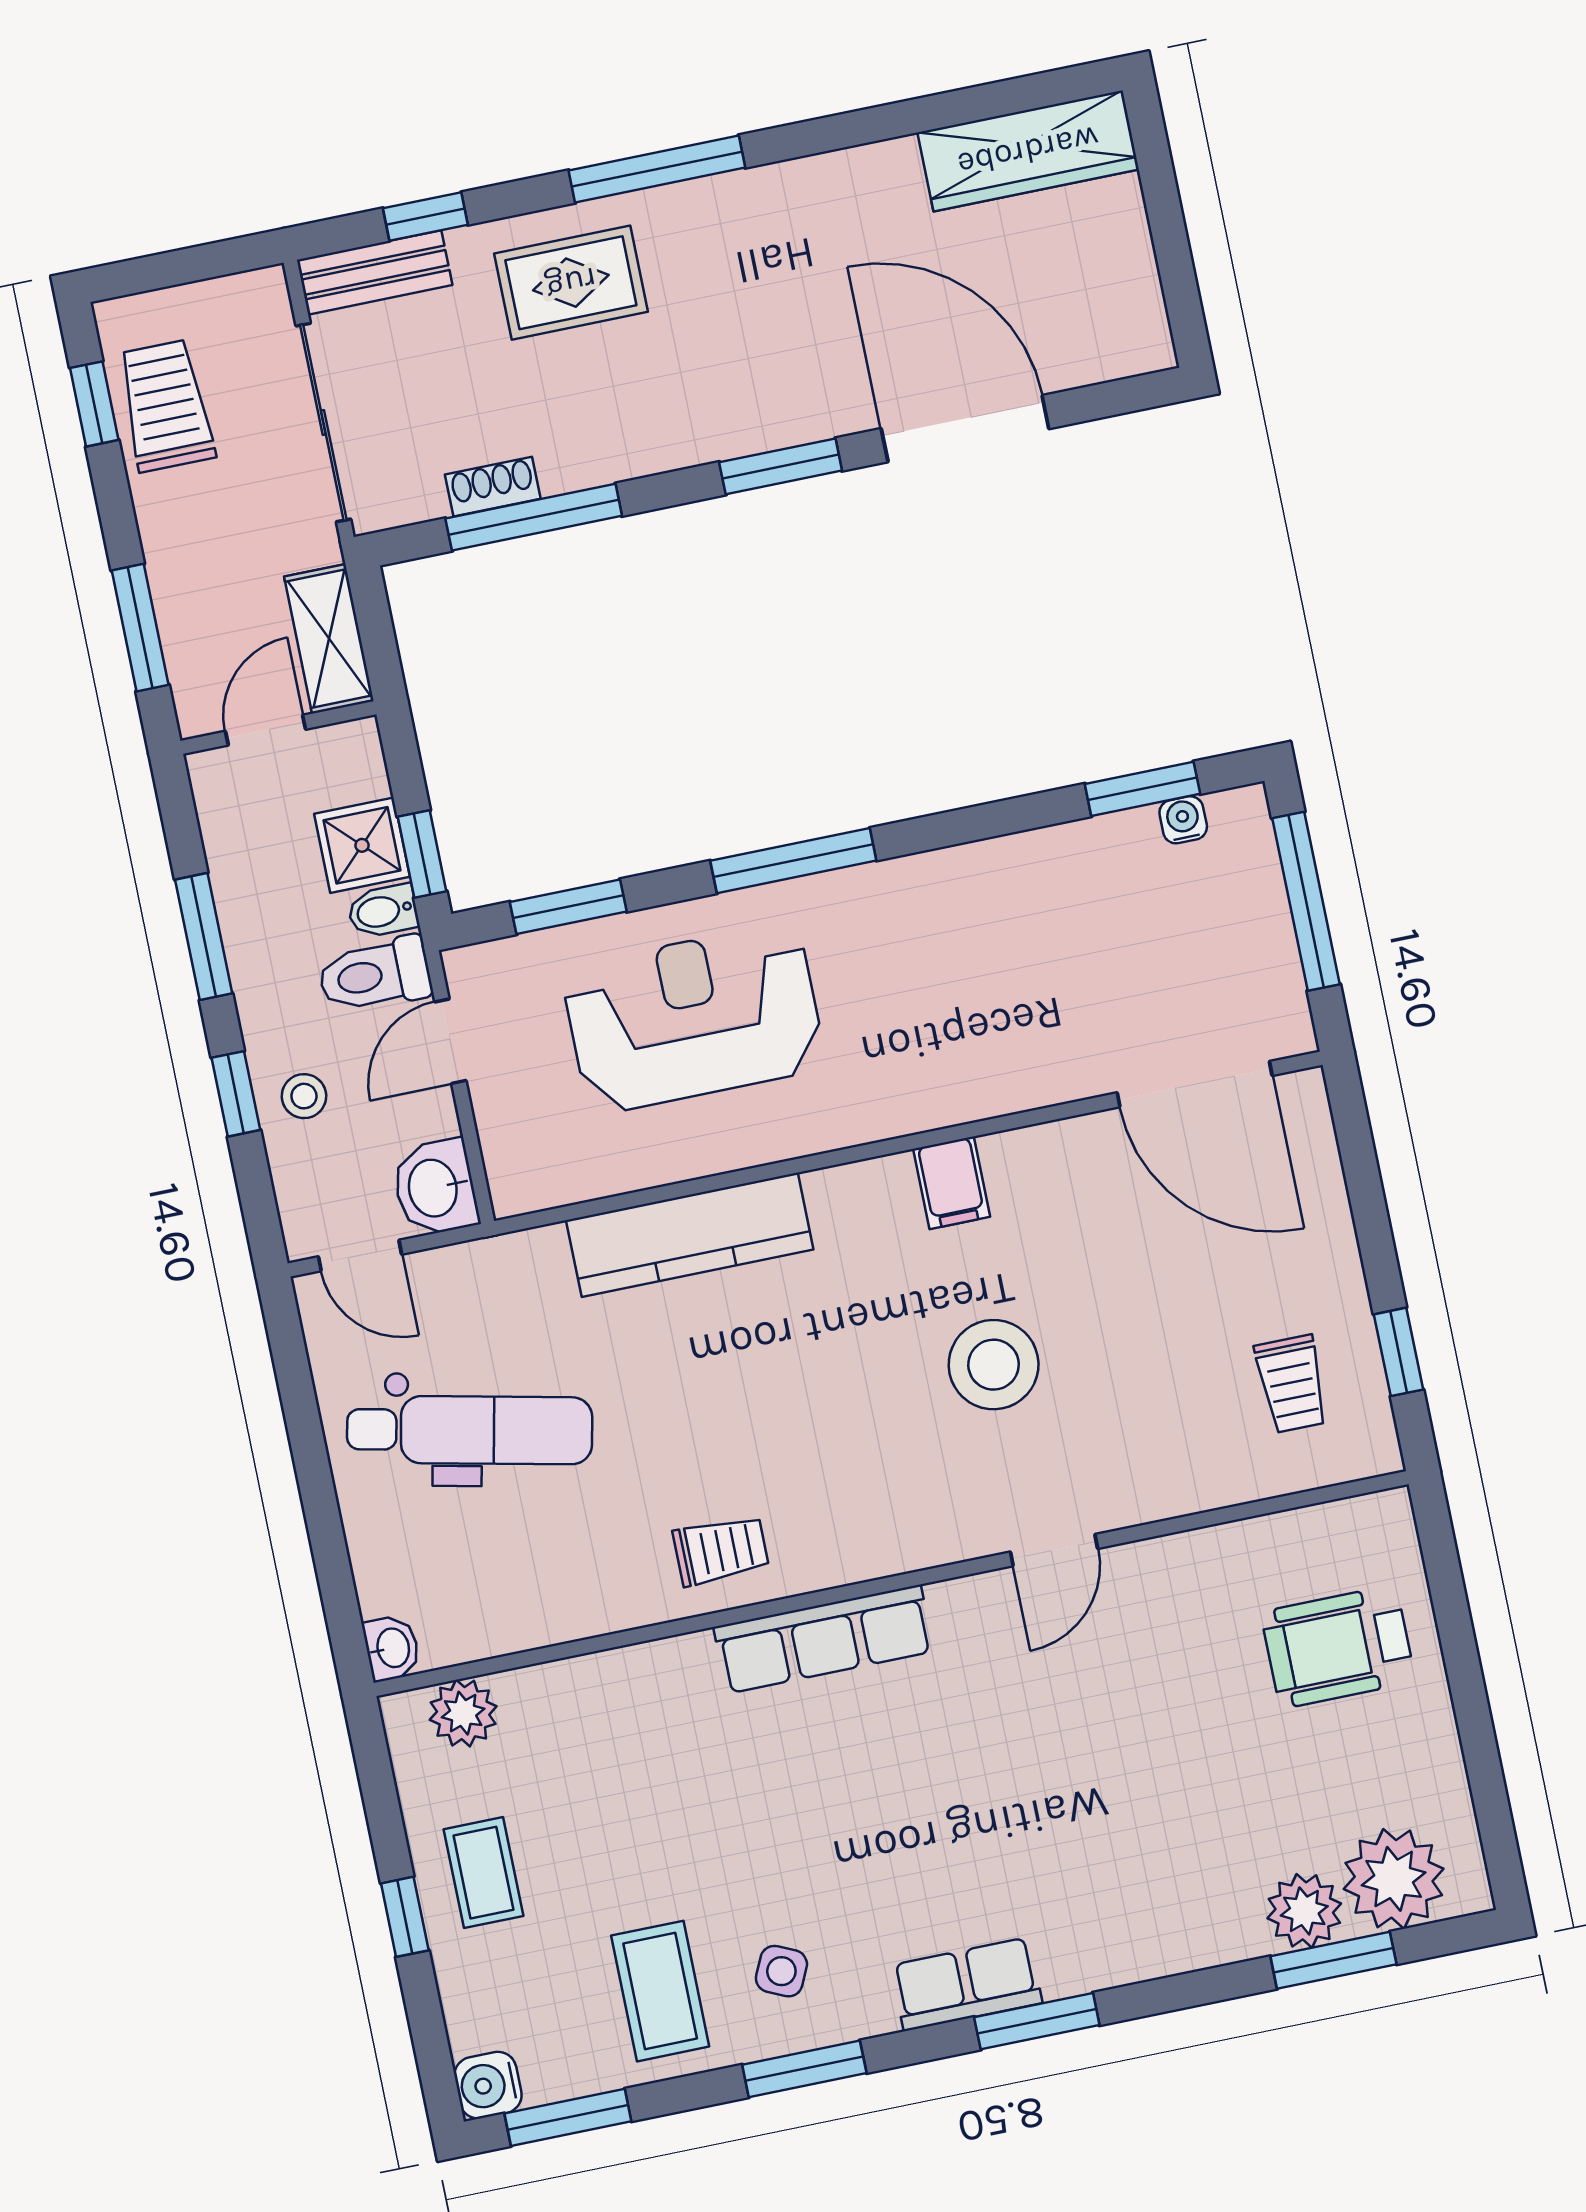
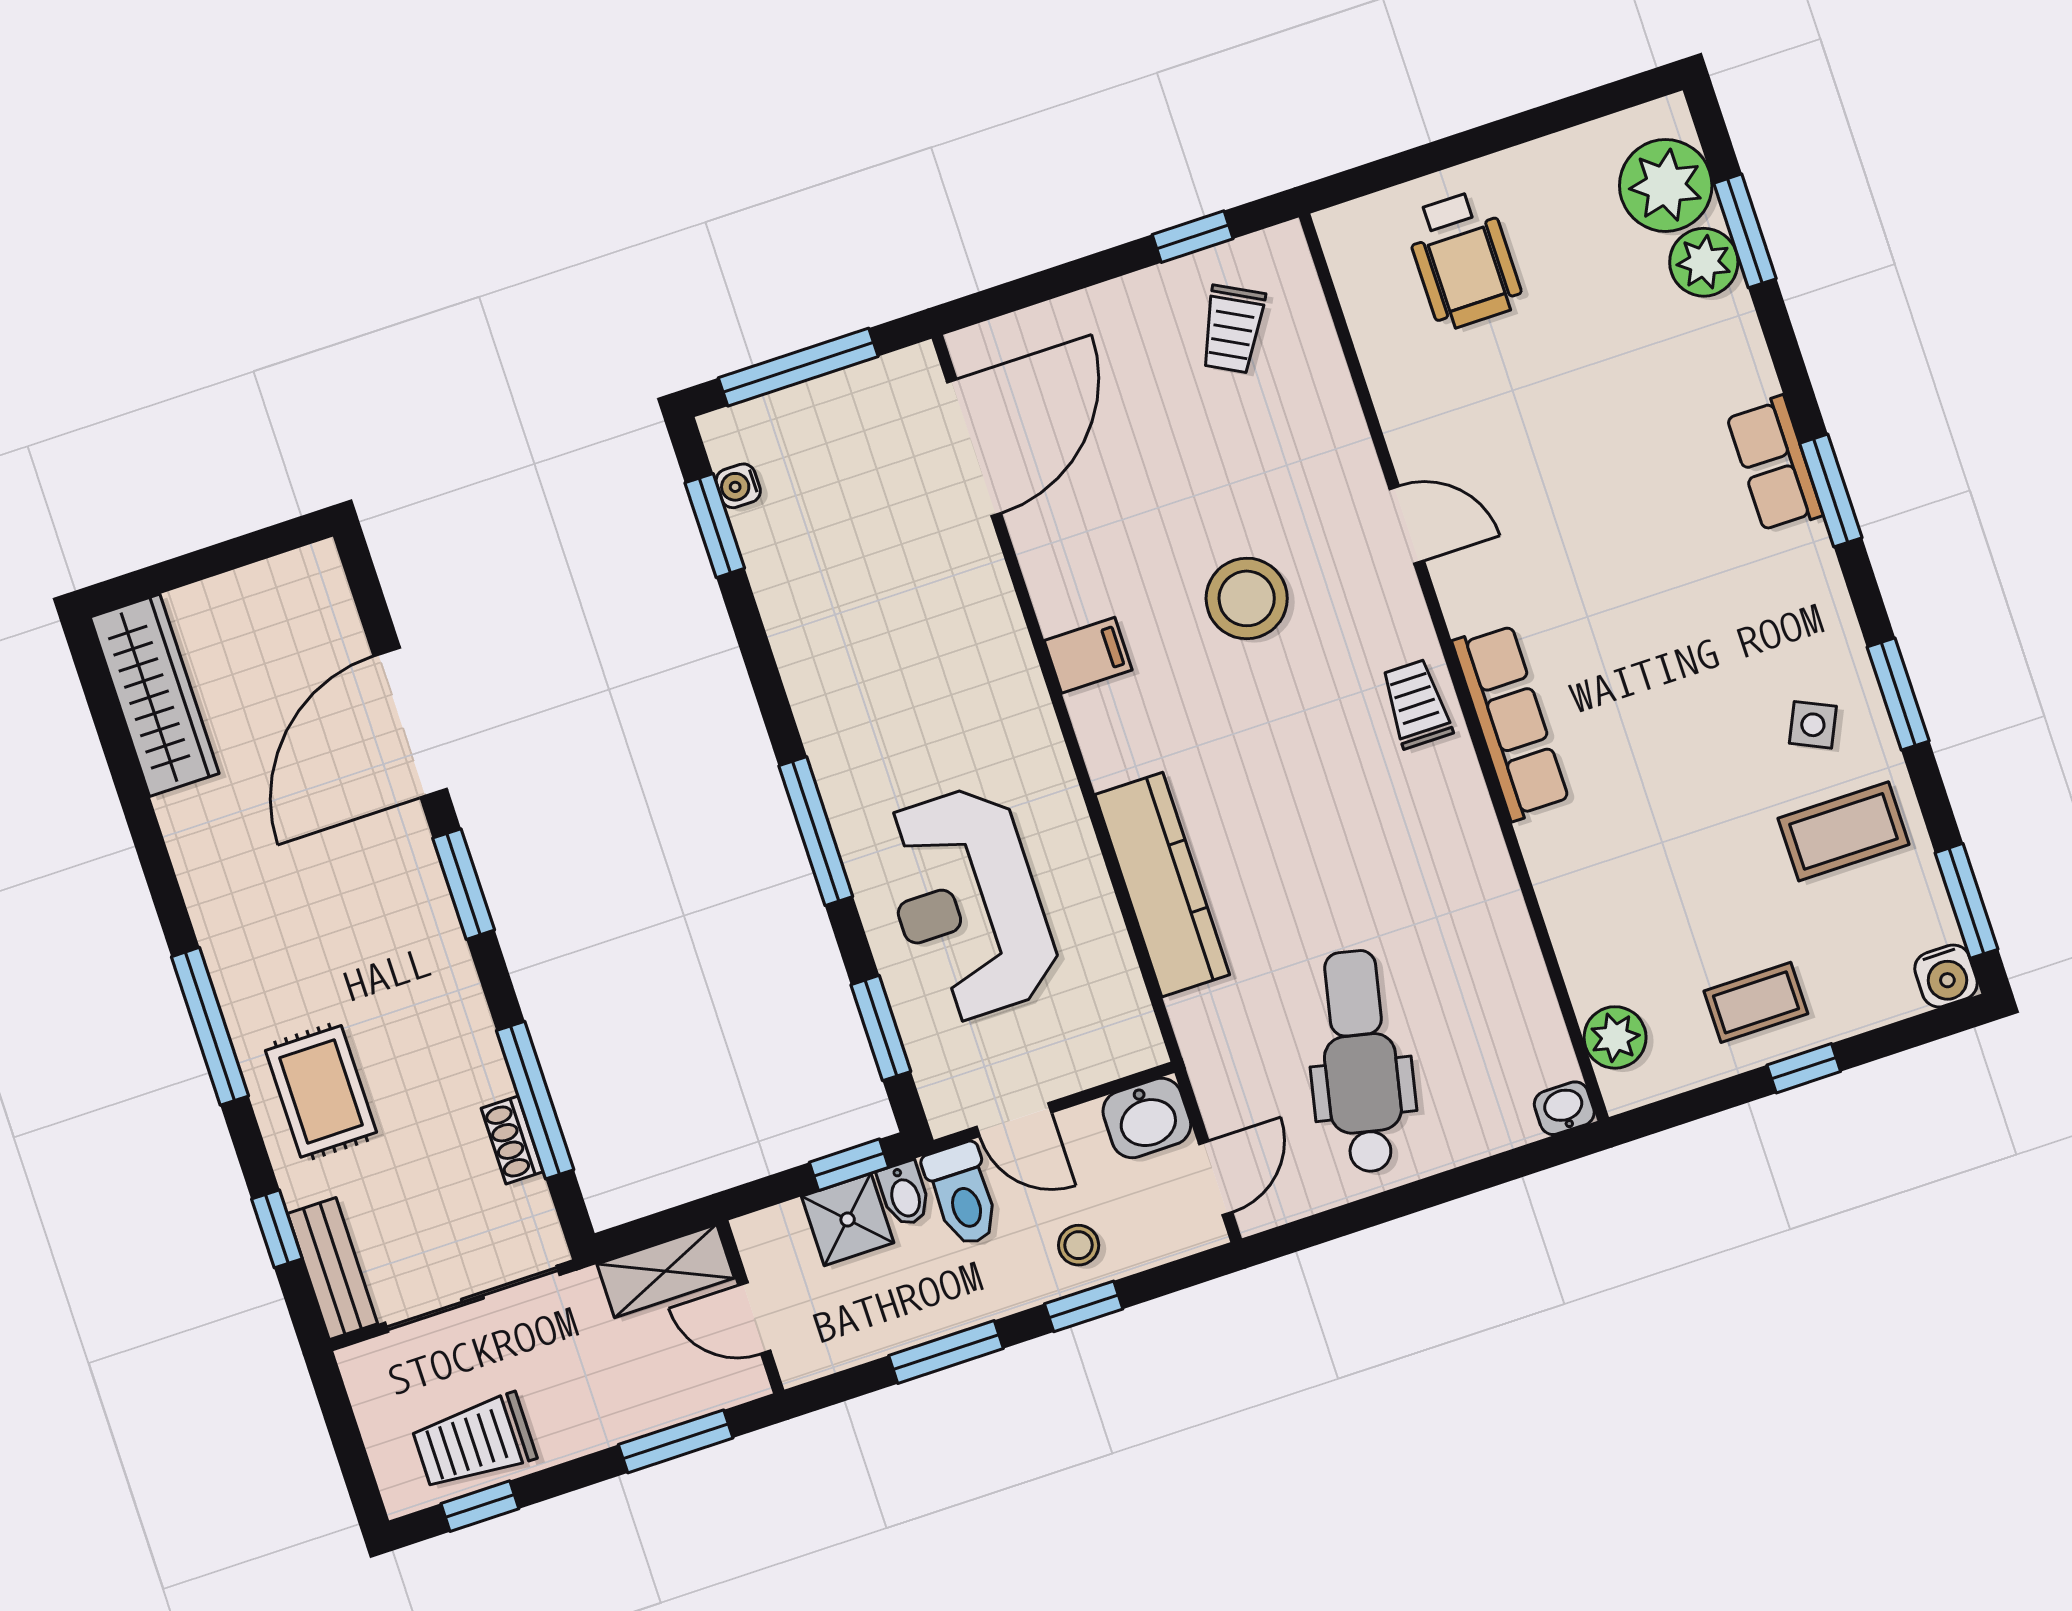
trolley: (1292, 1384) -> (1233, 329), turned 118
trolley: (721, 1550) -> (1416, 704), moved
row of seats: (966, 1984) -> (1774, 464), moved

